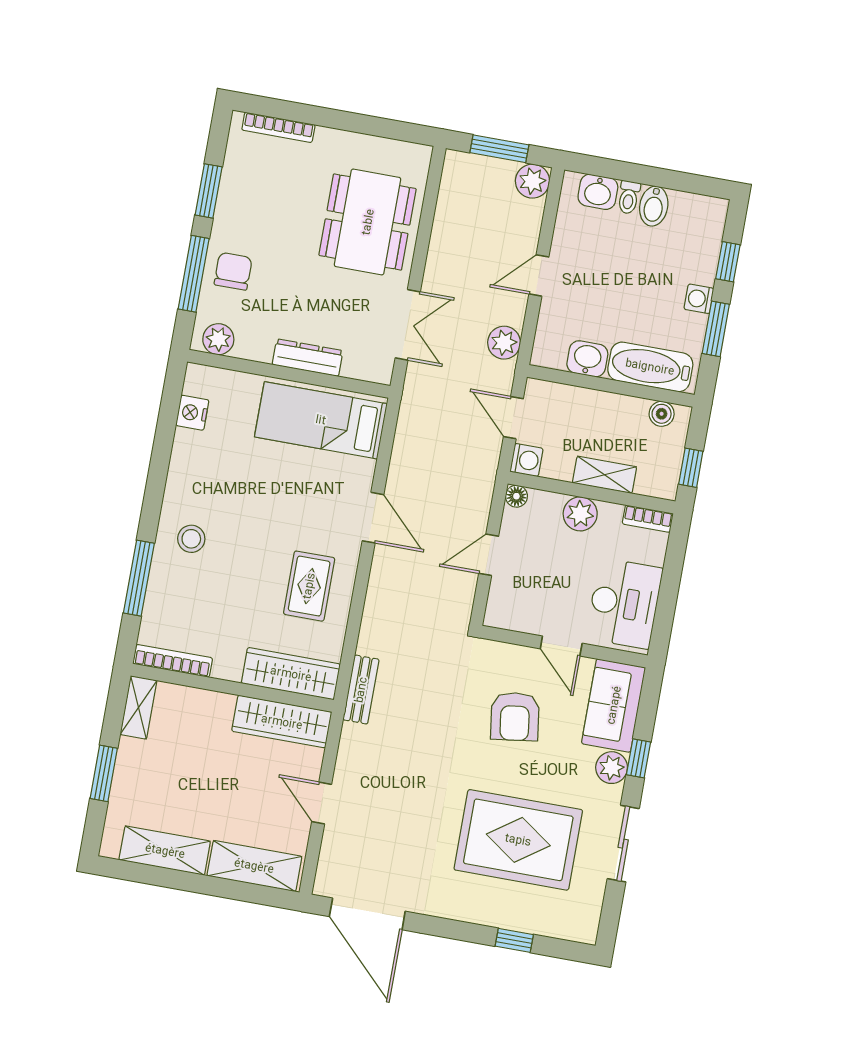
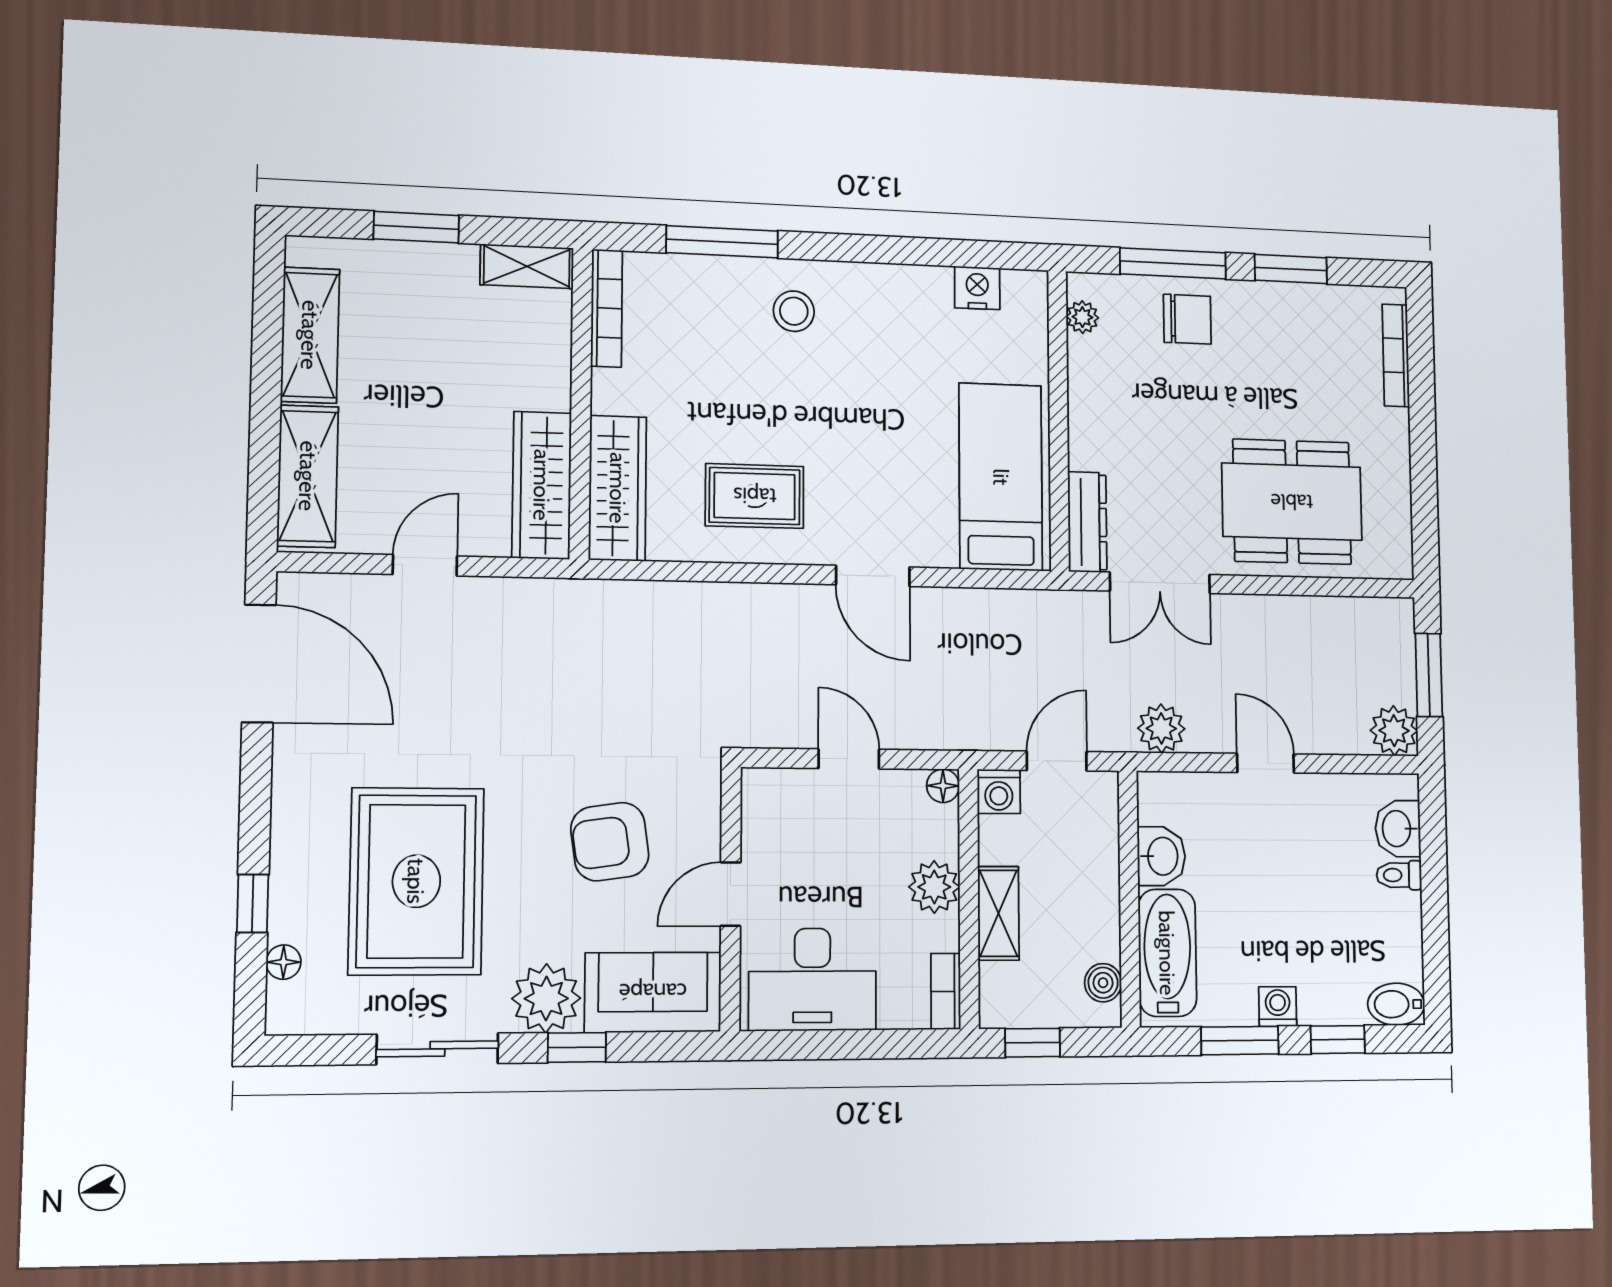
bidet: (654, 206) -> (1396, 1004), moved
plant: (218, 339) -> (1082, 317), width x0.73, depth x0.73
dresser: (308, 358) -> (1087, 522), moved
door: (373, 518) -> (873, 576), hinge flipped
bench: (361, 690) -> (611, 598), removed
plant: (612, 768) -> (546, 998), width x1.36, depth x1.36
door: (367, 914) -> (259, 663), swing flipped
floor lamp: (553, 927) -> (284, 962), added

